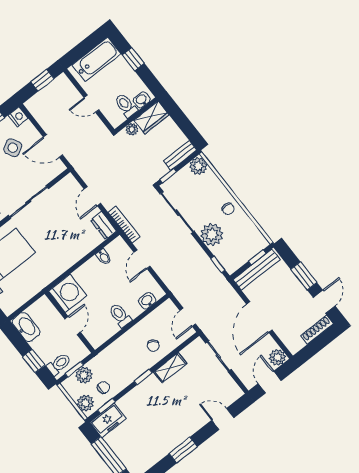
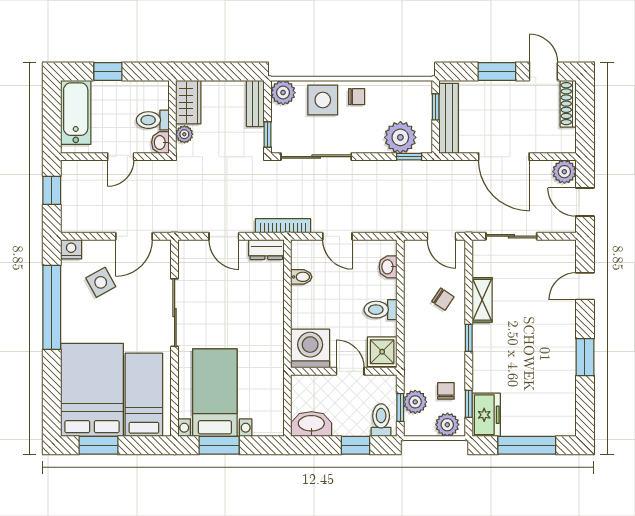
washbasin: (142, 100) -> (160, 142), moved
side table: (212, 191) -> (323, 100), added
plant: (212, 235) -> (400, 137), moved
shower: (97, 335) -> (382, 352), added

